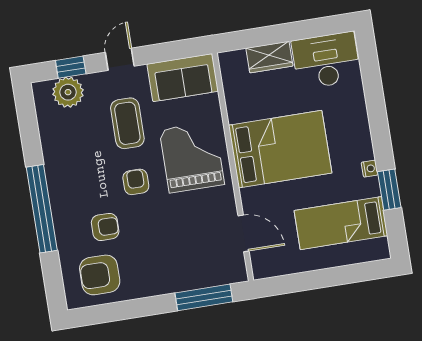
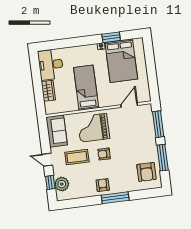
bed: (280, 149) -> (86, 88), width x0.67
window: (42, 209) -> (115, 198), width x0.68
bed: (341, 223) -> (121, 61), width x1.50
armchair: (105, 227) -> (103, 185), moved
window: (132, 309) -> (163, 158), added

